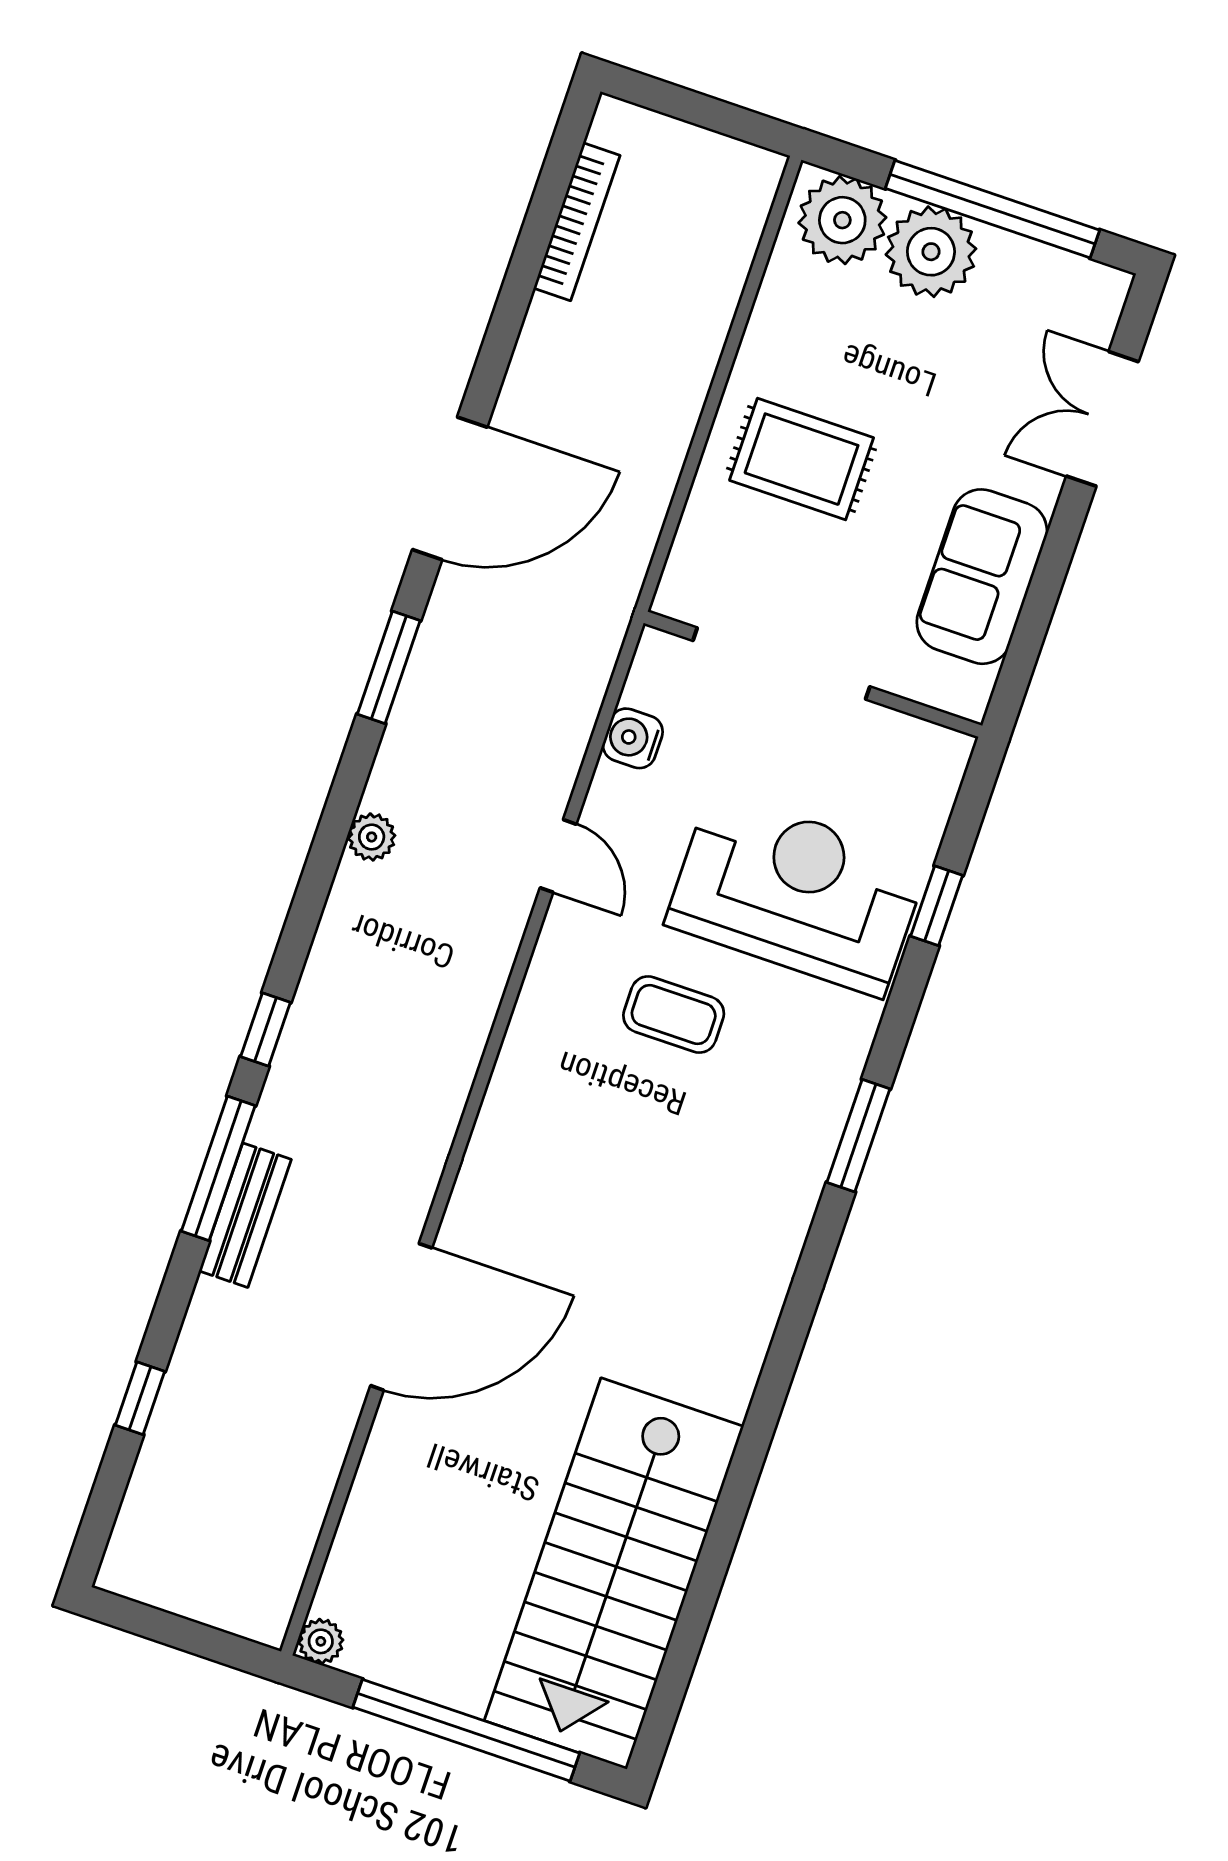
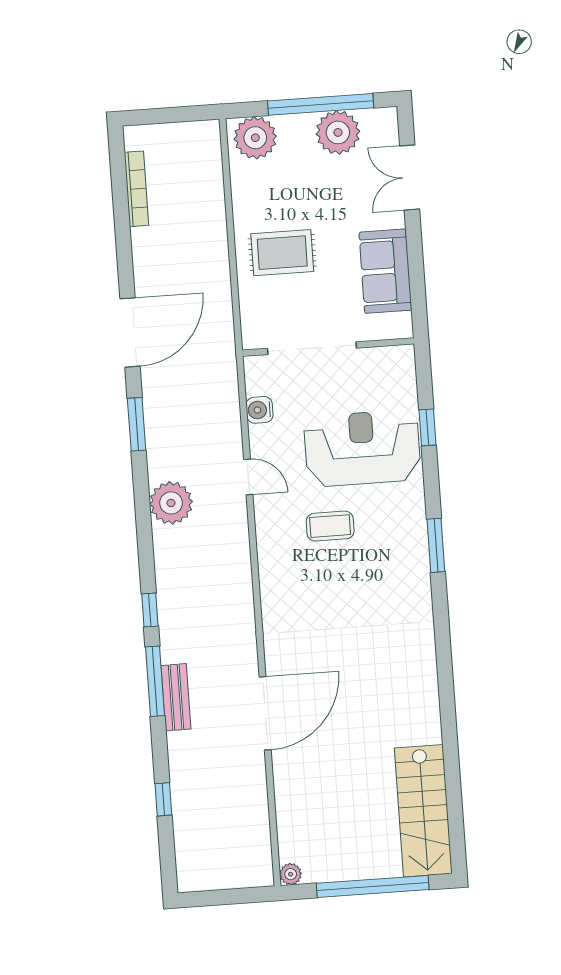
plant: (931, 252) -> (338, 132), moved
plant: (372, 837) -> (171, 503), width x1.88, depth x1.88
stairs: (614, 1574) -> (423, 811), width x0.73, depth x0.66

